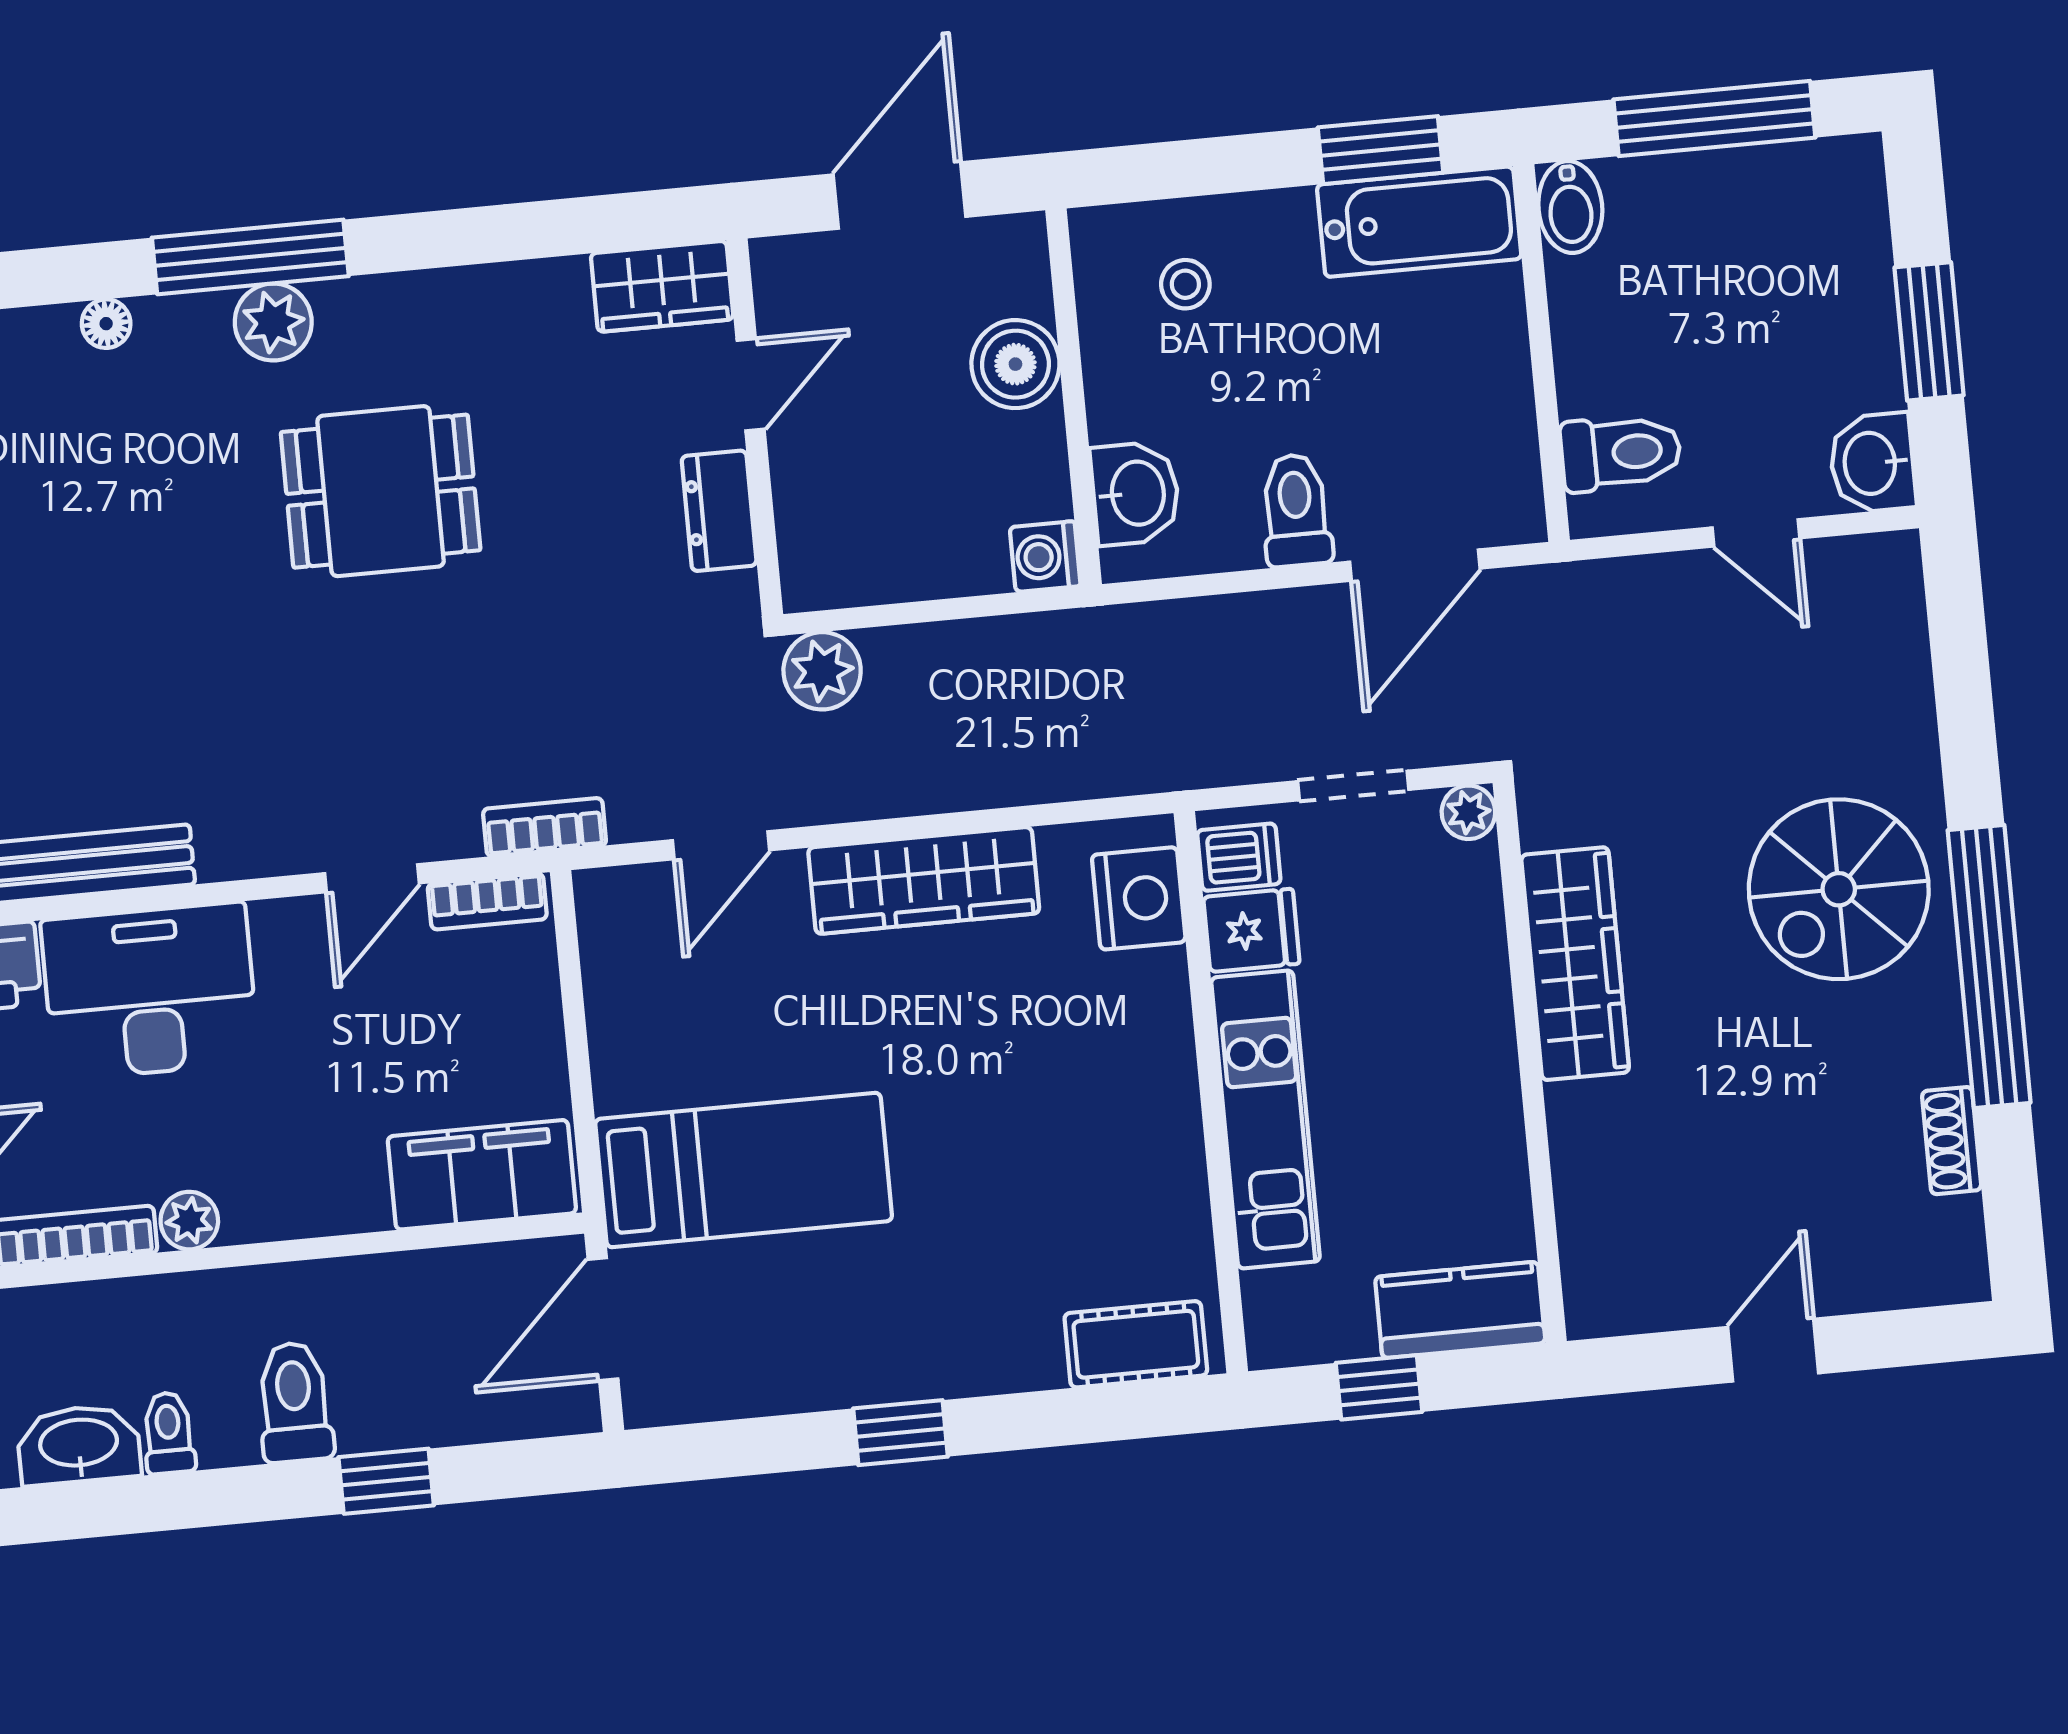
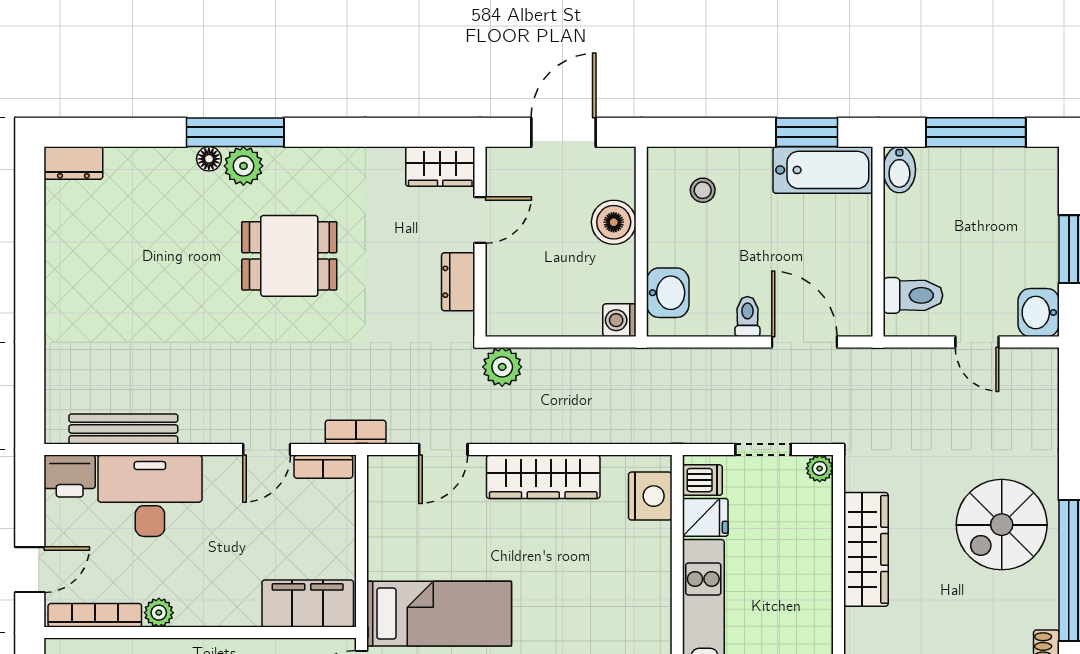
floor lamp: (106, 324) -> (209, 159), moved
toilet: (1296, 510) -> (747, 317), width x0.73, depth x0.72
door: (1415, 565) -> (805, 342), swing flipped

